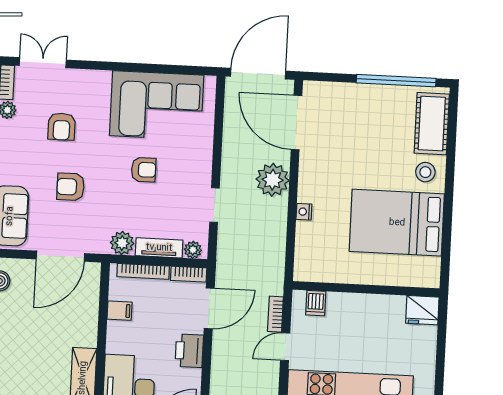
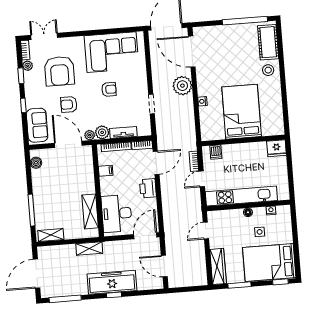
armchair: (62, 127) -> (59, 71), width x1.88, depth x1.88
bed: (397, 223) -> (242, 112), moved, turned 90
plant: (193, 250) -> (90, 135), moved
door: (60, 256) -> (68, 144), swing flipped

